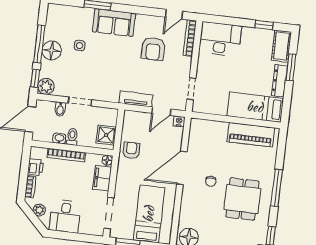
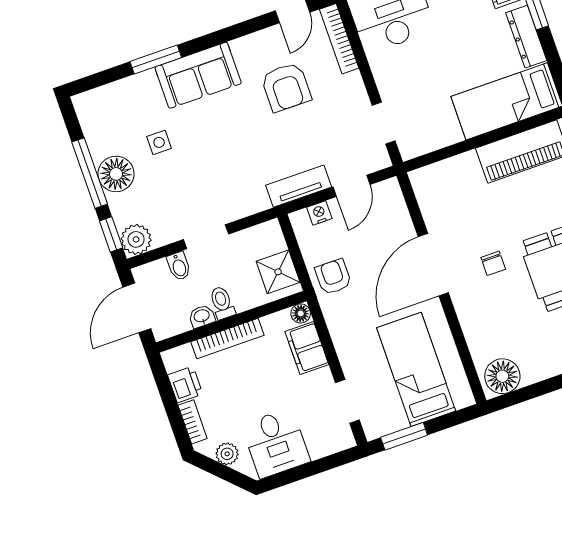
nightstand: (179, 121) -> (319, 213), moved
doorway: (109, 213) -> (347, 401), width x0.73

